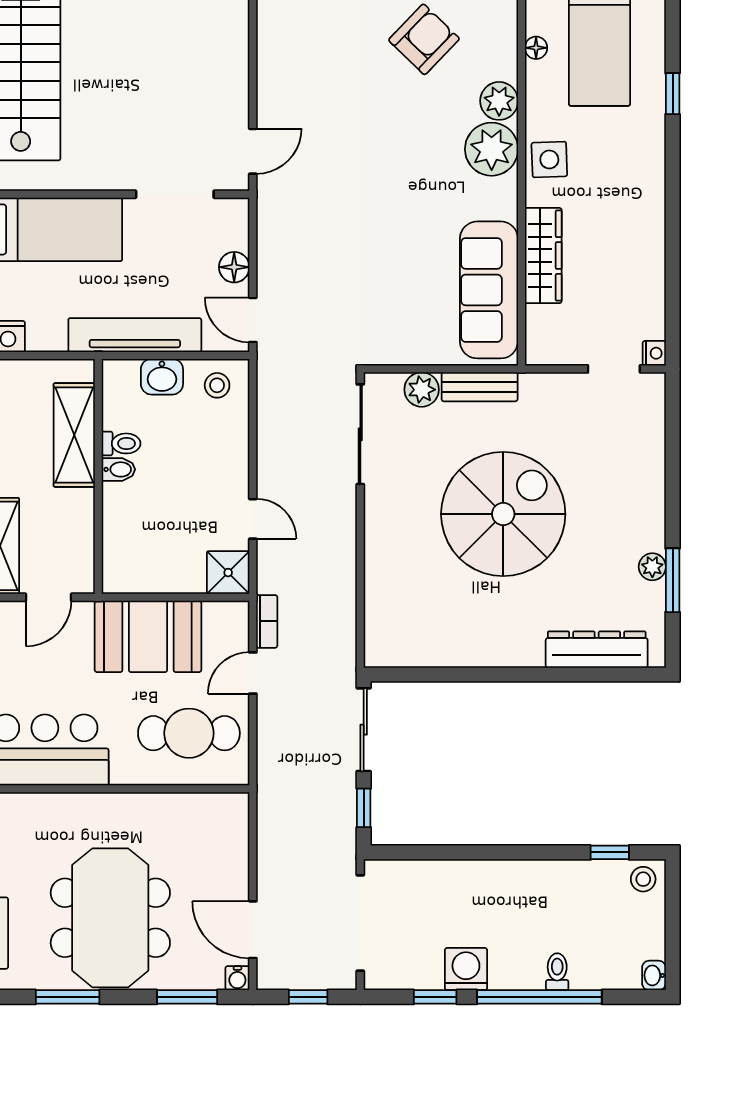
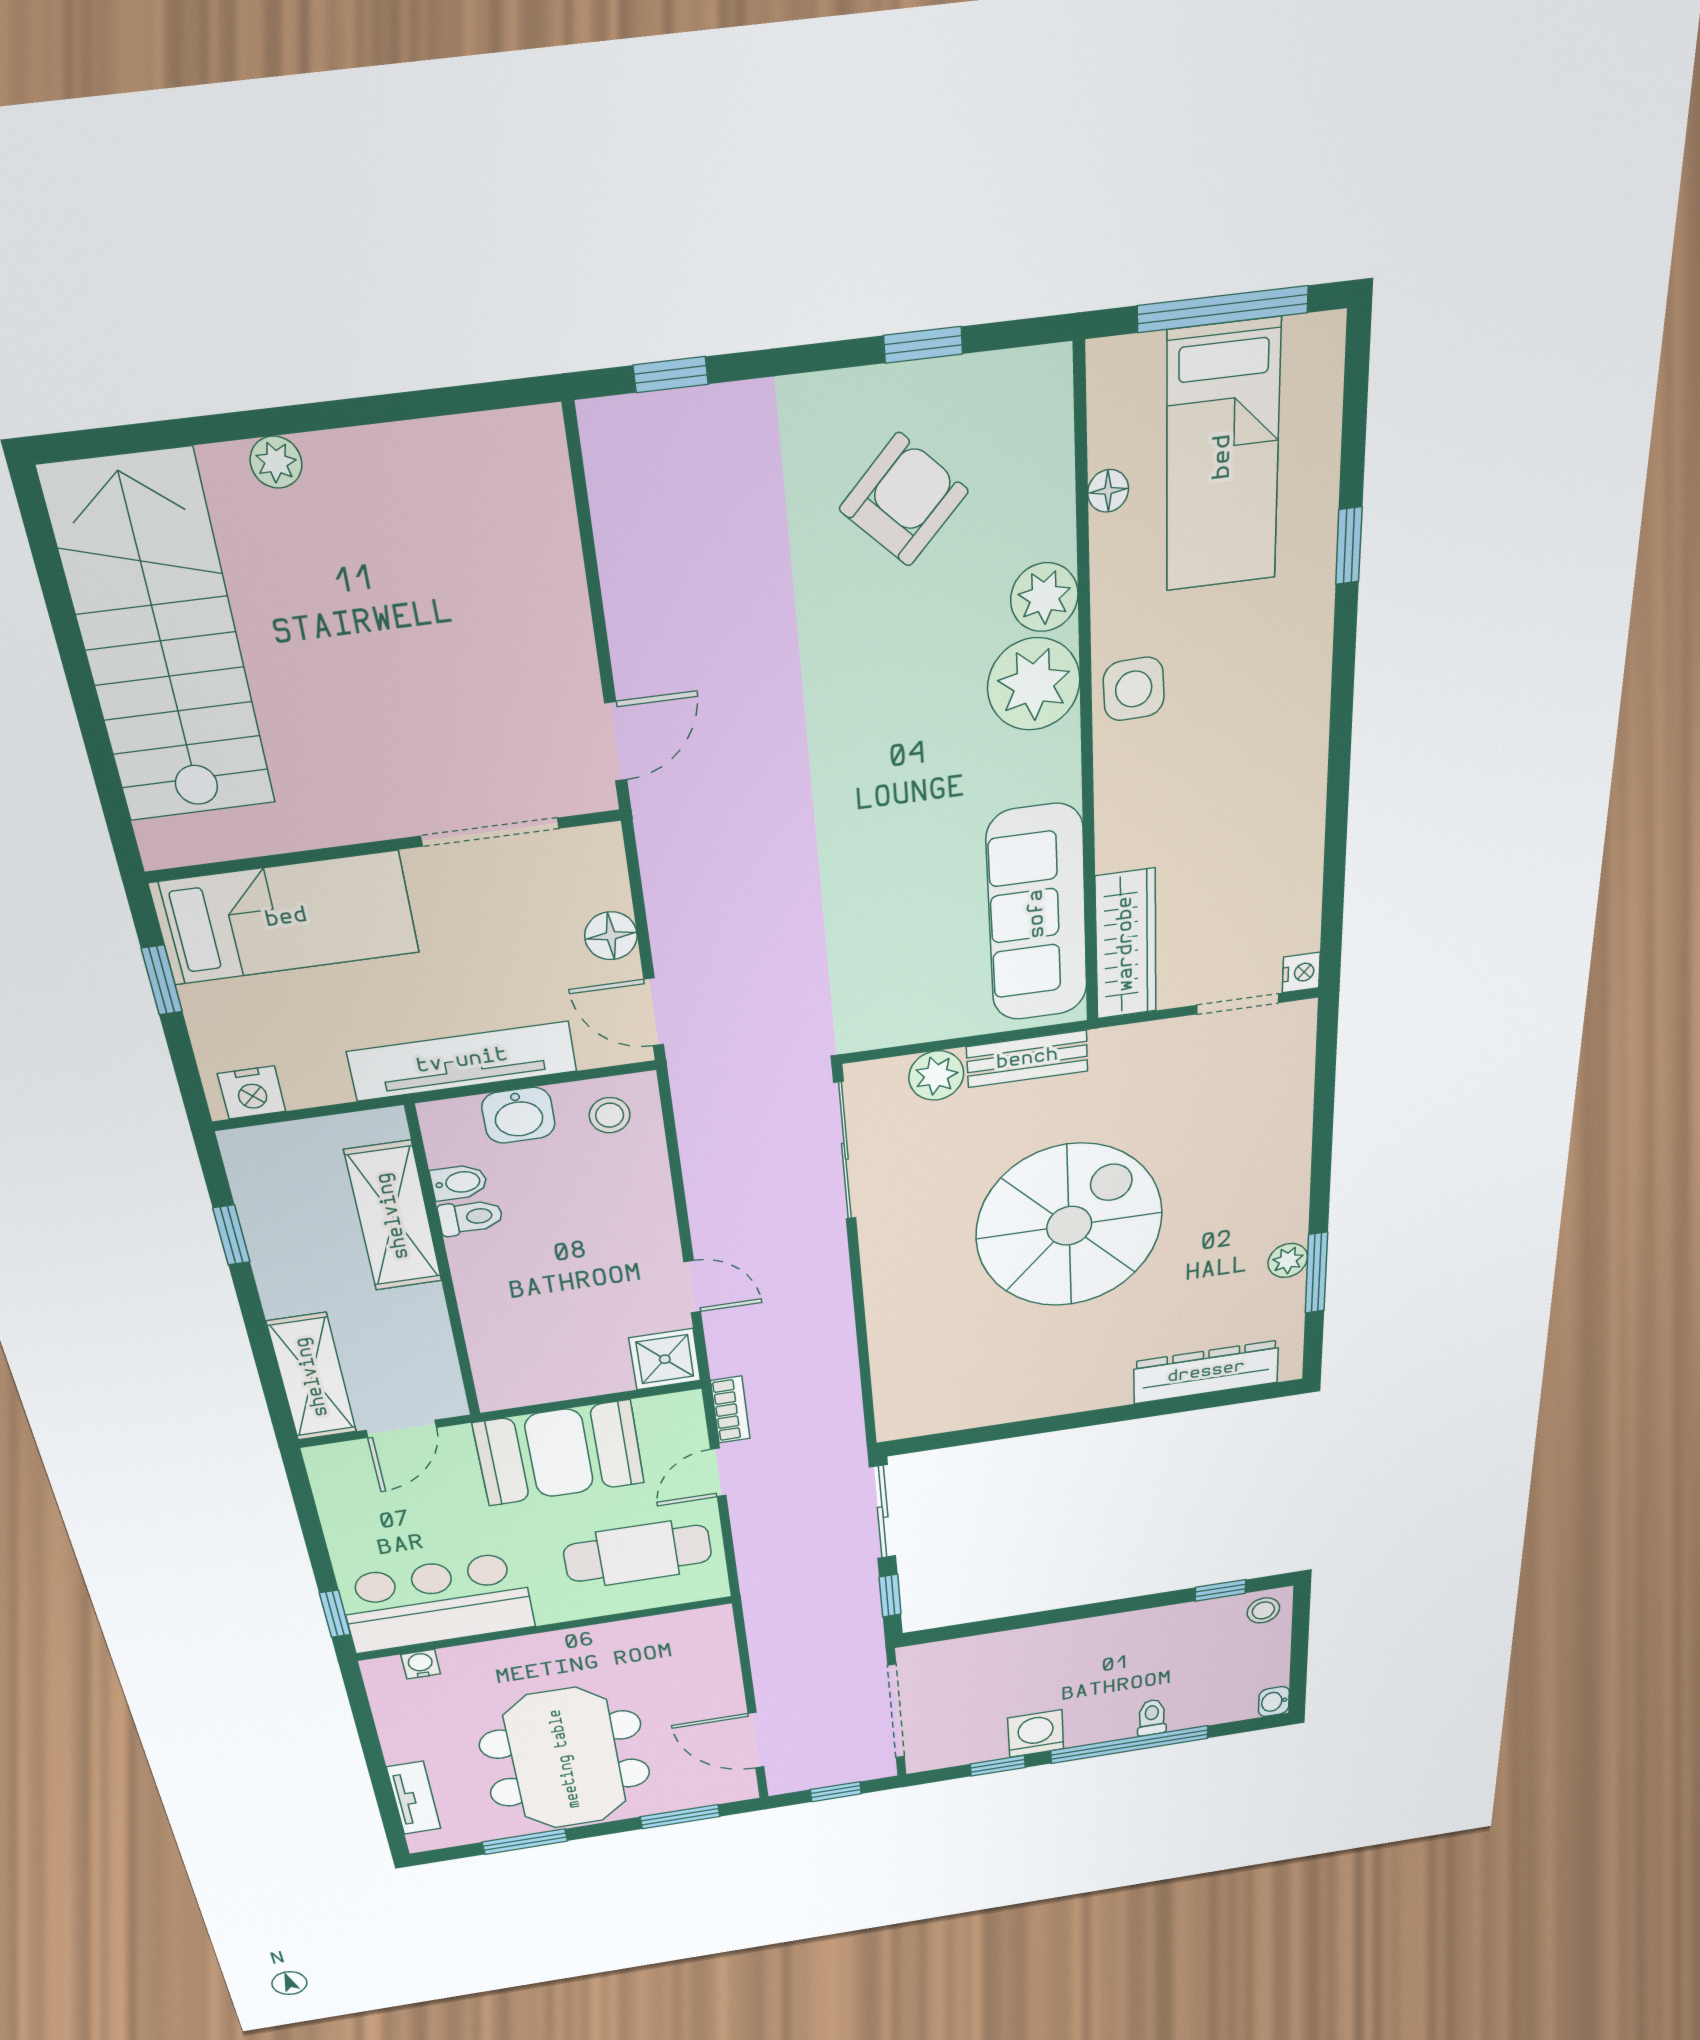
wardrobe: (543, 256) -> (1126, 944), moved
bidet: (118, 469) -> (459, 1182), moved
water cooler: (237, 978) -> (421, 1664), moved, turned 180

